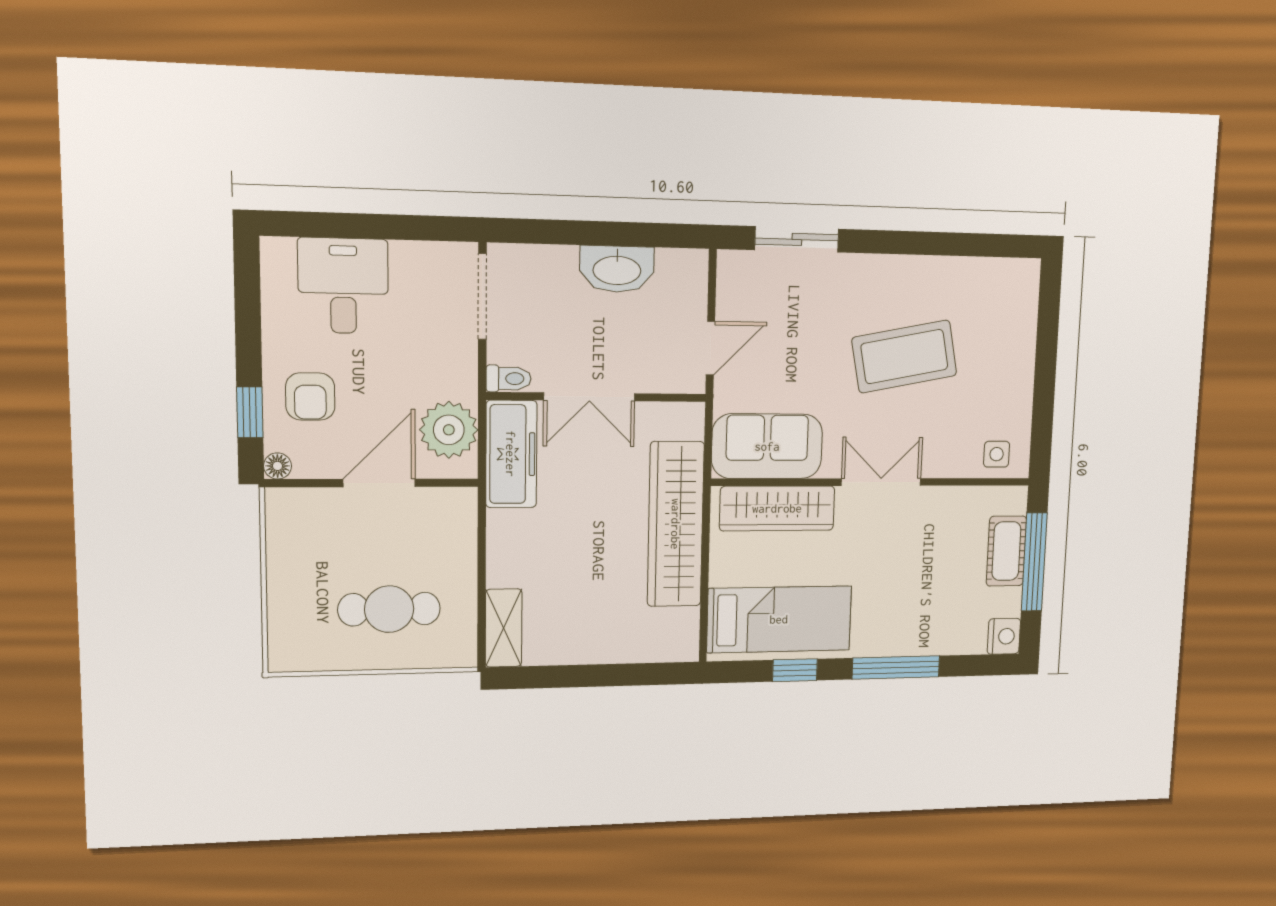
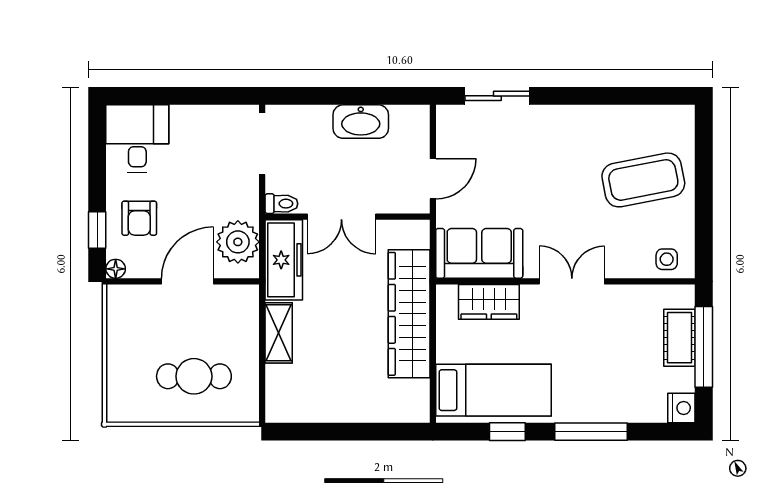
desk: (343, 286) -> (137, 138), moved
coffee table: (905, 357) -> (643, 180), moved
wardrobe: (777, 508) -> (489, 302), width x0.67
shelving: (504, 628) -> (279, 333), moved

